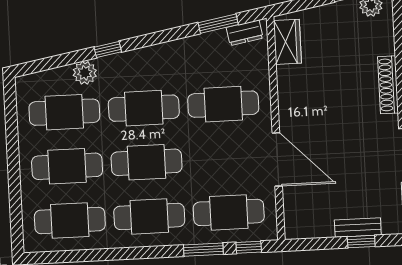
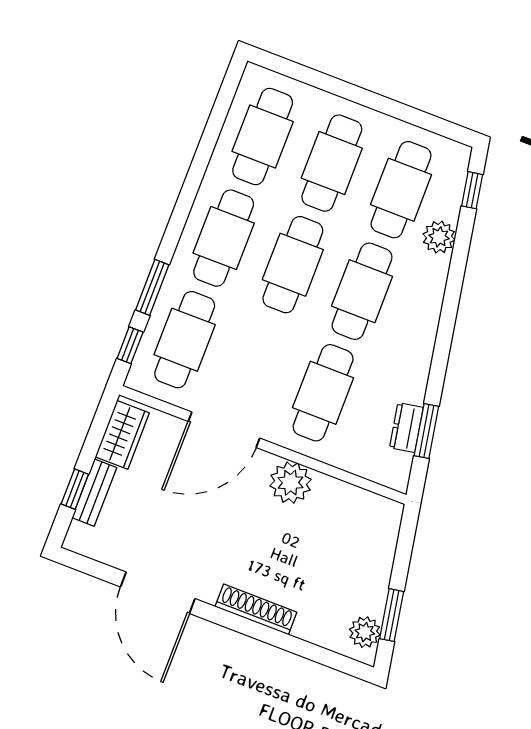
dresser: (245, 33) -> (406, 428), moved
wardrobe: (287, 42) -> (122, 435), moved, turned -90
window: (108, 49) -> (472, 190), moved
plant: (293, 99) -> (290, 483), added

